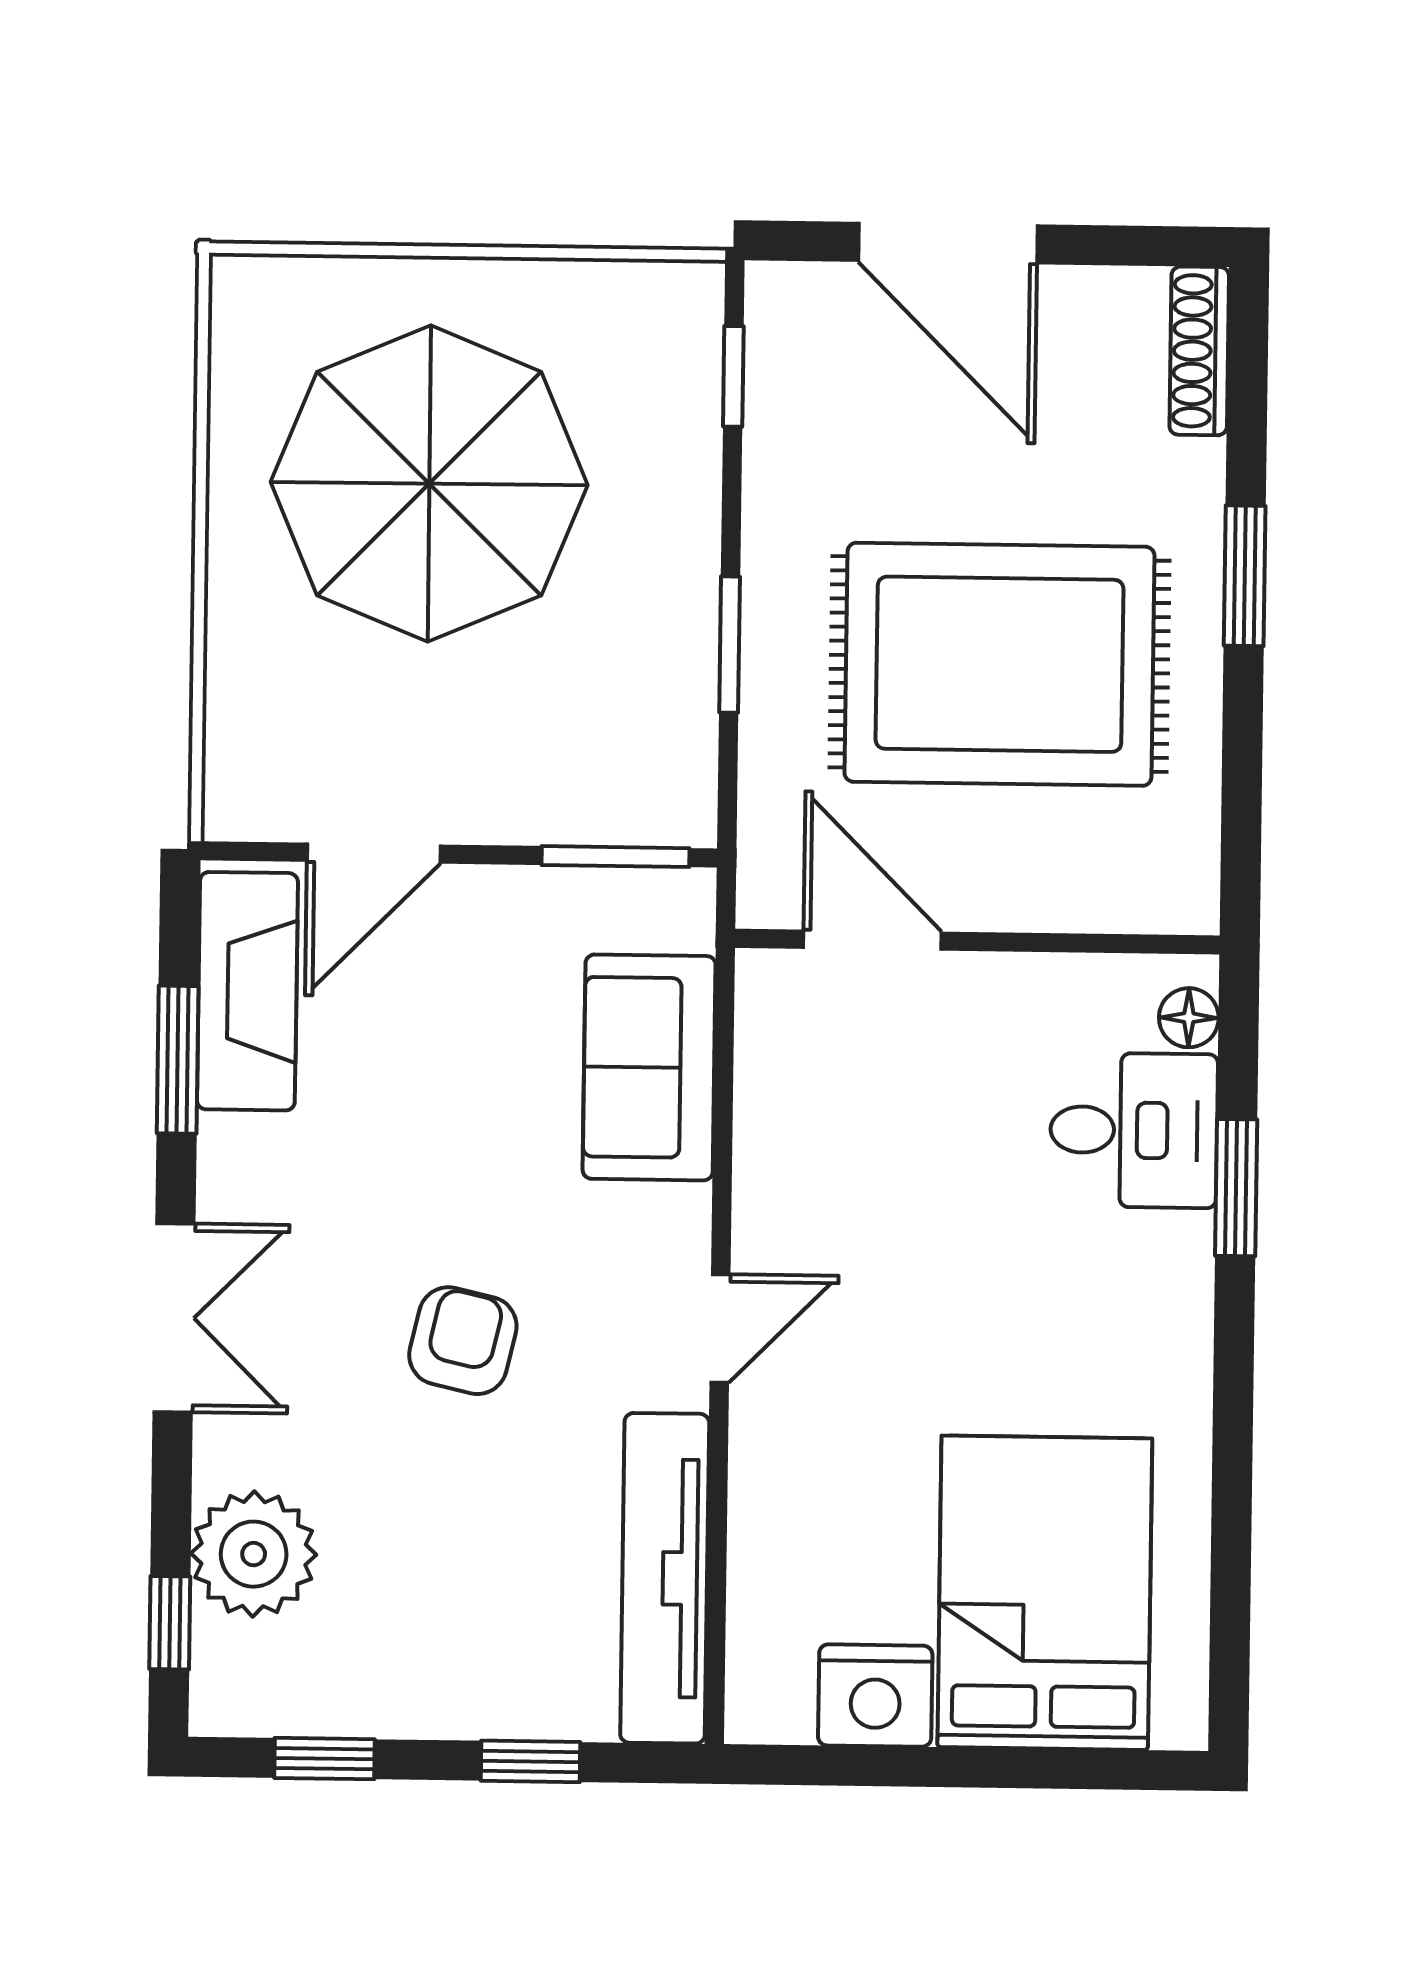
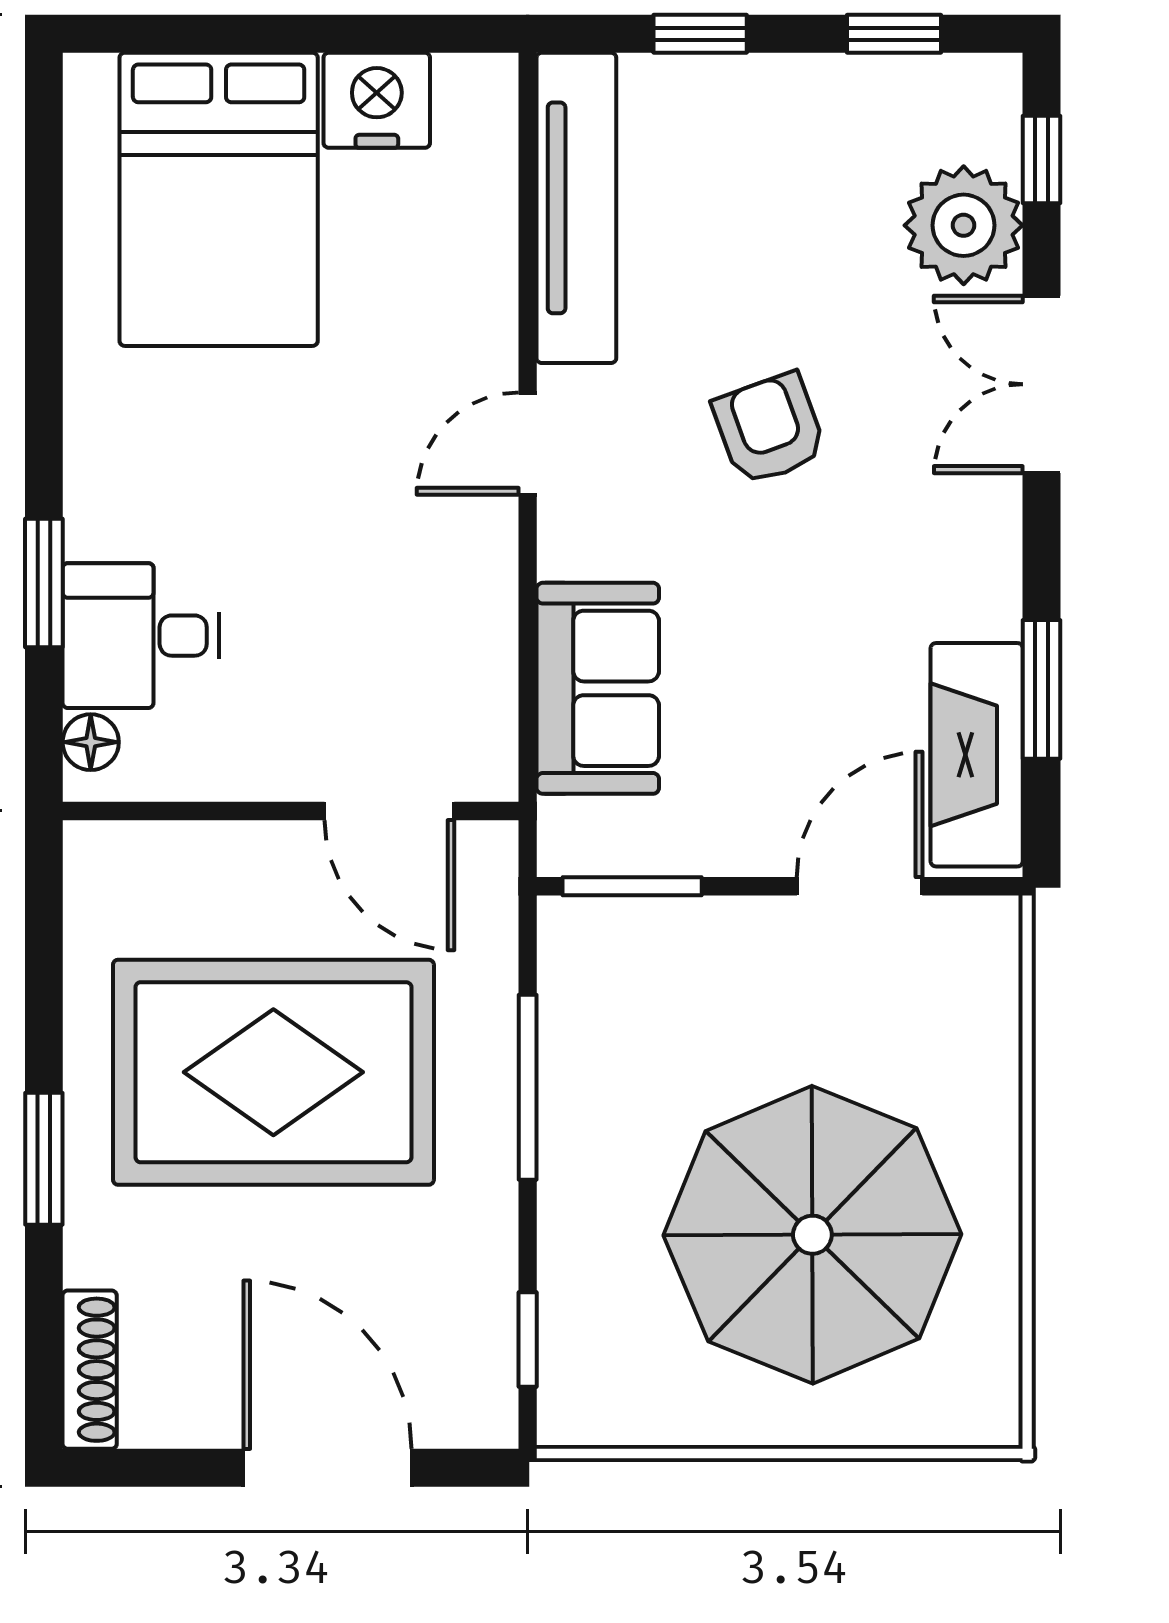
window: (730, 645) -> (528, 1087), width x1.44
double door: (174, 1318) -> (1041, 384), moved
armchair: (463, 1341) -> (769, 429), turned 147

